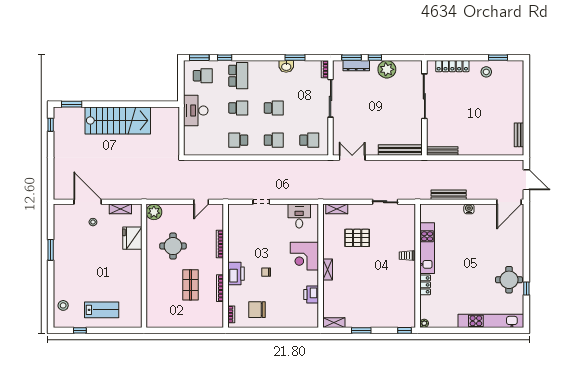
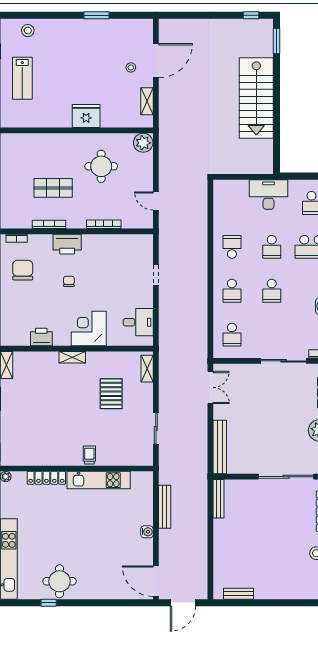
fridge: (132, 238) -> (86, 116), moved
locker: (425, 285) -> (46, 478), width x1.53

